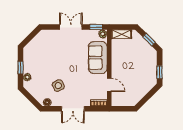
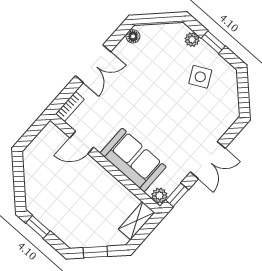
side table: (58, 86) -> (200, 77), moved
double door: (73, 109) -> (93, 64), swing flipped

